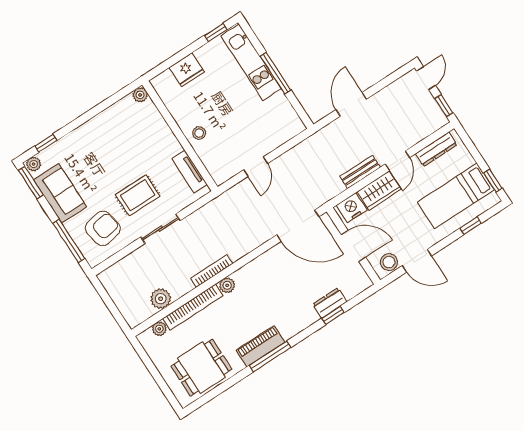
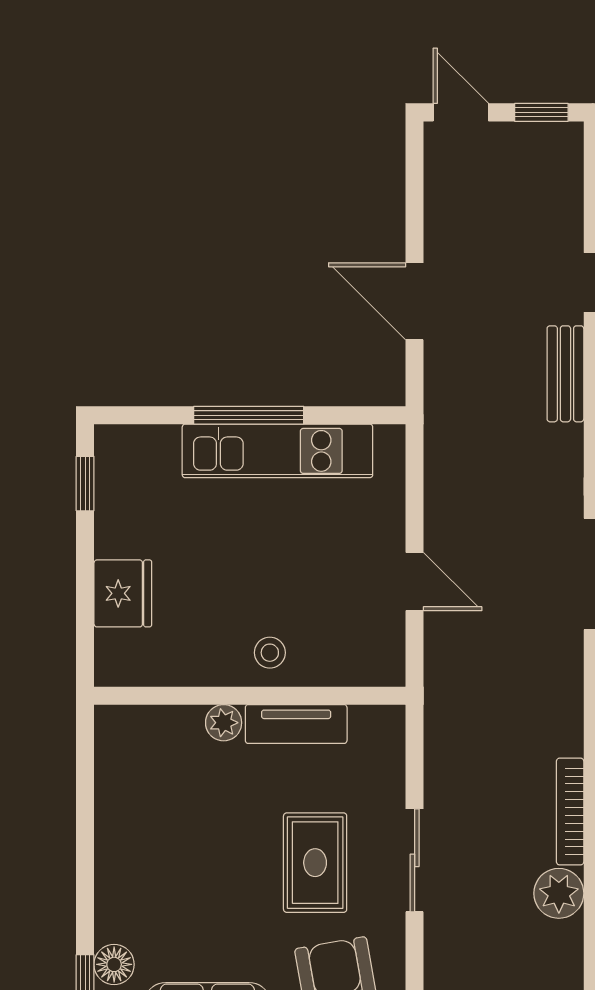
kitchen unit: (251, 62) -> (277, 451), moved
plant: (140, 95) -> (224, 723), moved
floor lamp: (58, 149) -> (114, 964), added
tv unit: (190, 172) -> (296, 724), moved
plant: (161, 299) -> (559, 893), moved

